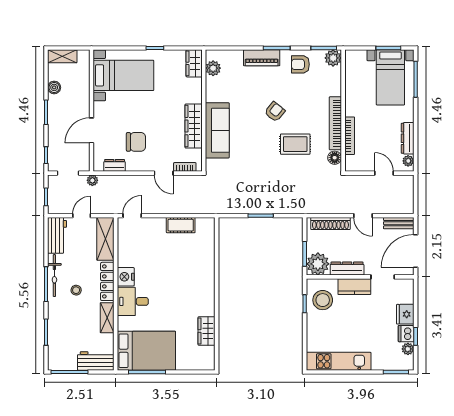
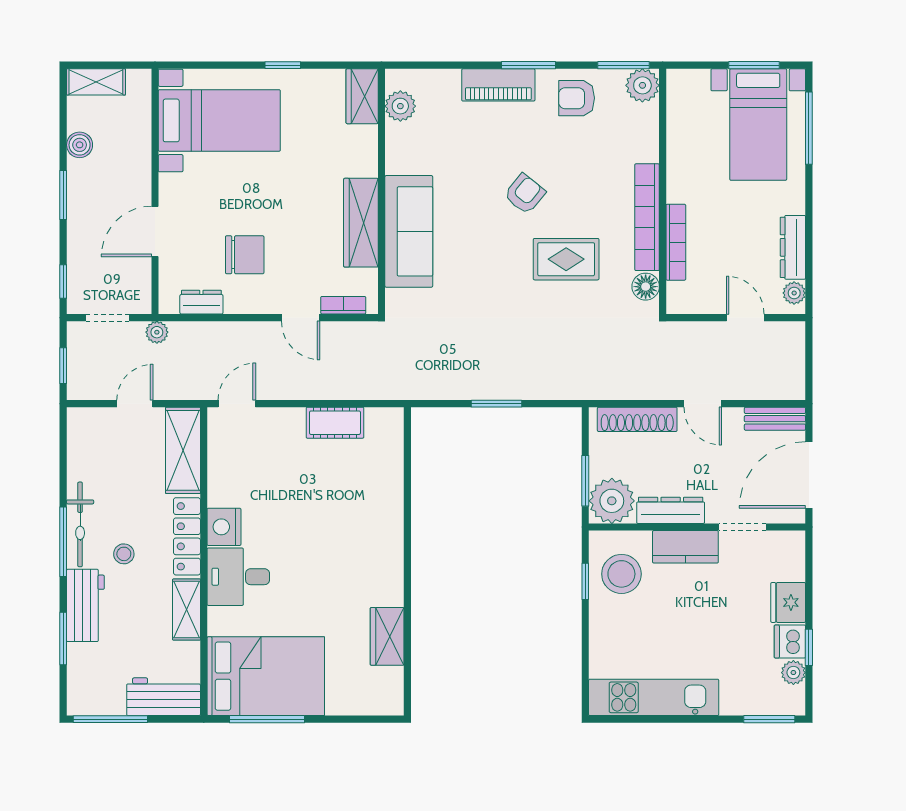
workbench: (57, 235) -> (85, 605), moved

